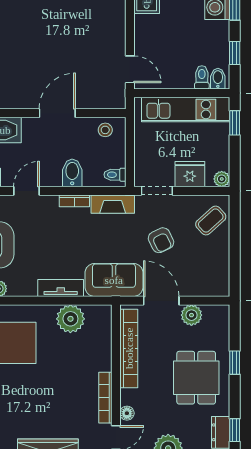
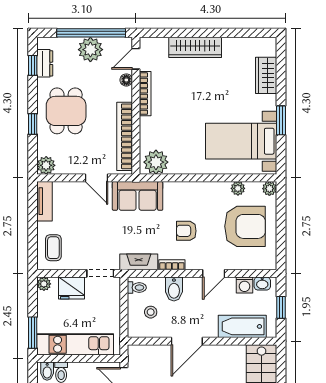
window: (235, 123) -> (33, 333), width x1.50
stool: (105, 130) -> (151, 312), moved
coffee table: (211, 220) -> (53, 248), turned -48
armchair: (161, 240) -> (186, 231), moved, turned -64
tv unit: (61, 288) -> (45, 201), moved, turned -90
door: (161, 301) -> (96, 178), width x0.73
plant: (191, 315) -> (46, 165), moved
plant: (70, 319) -> (156, 162), moved

